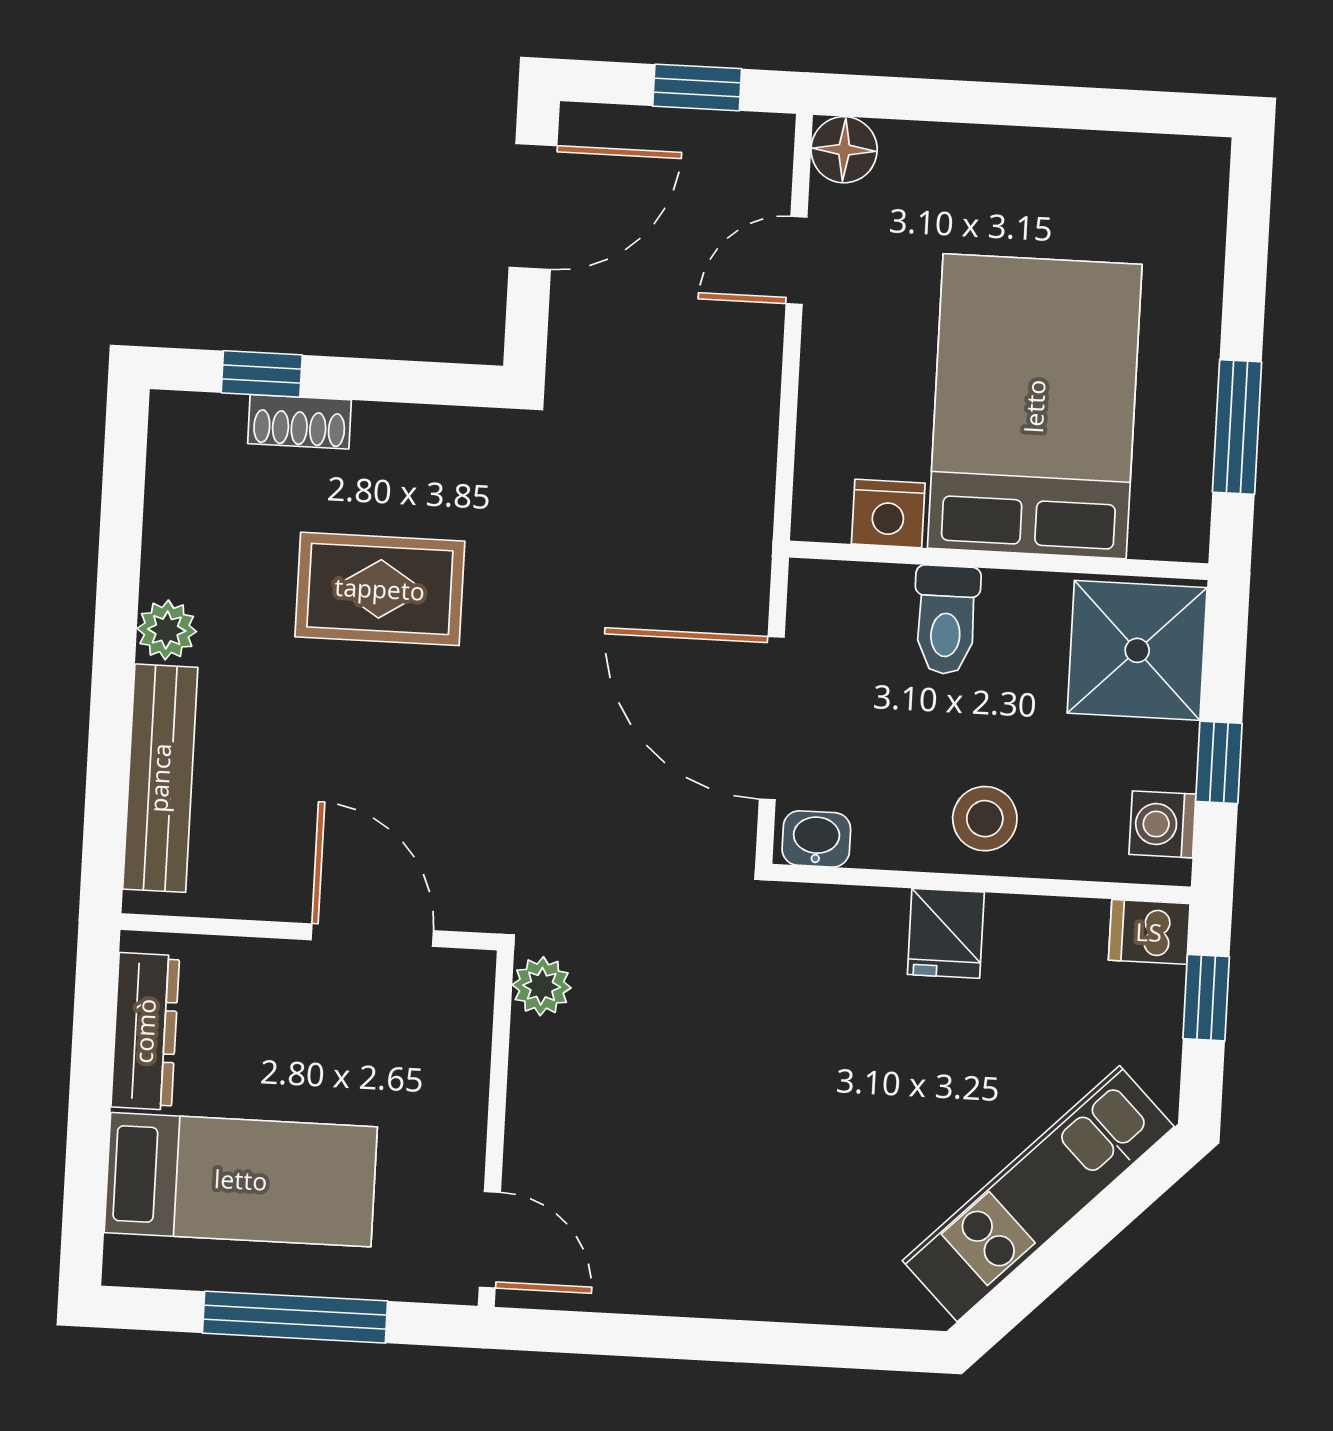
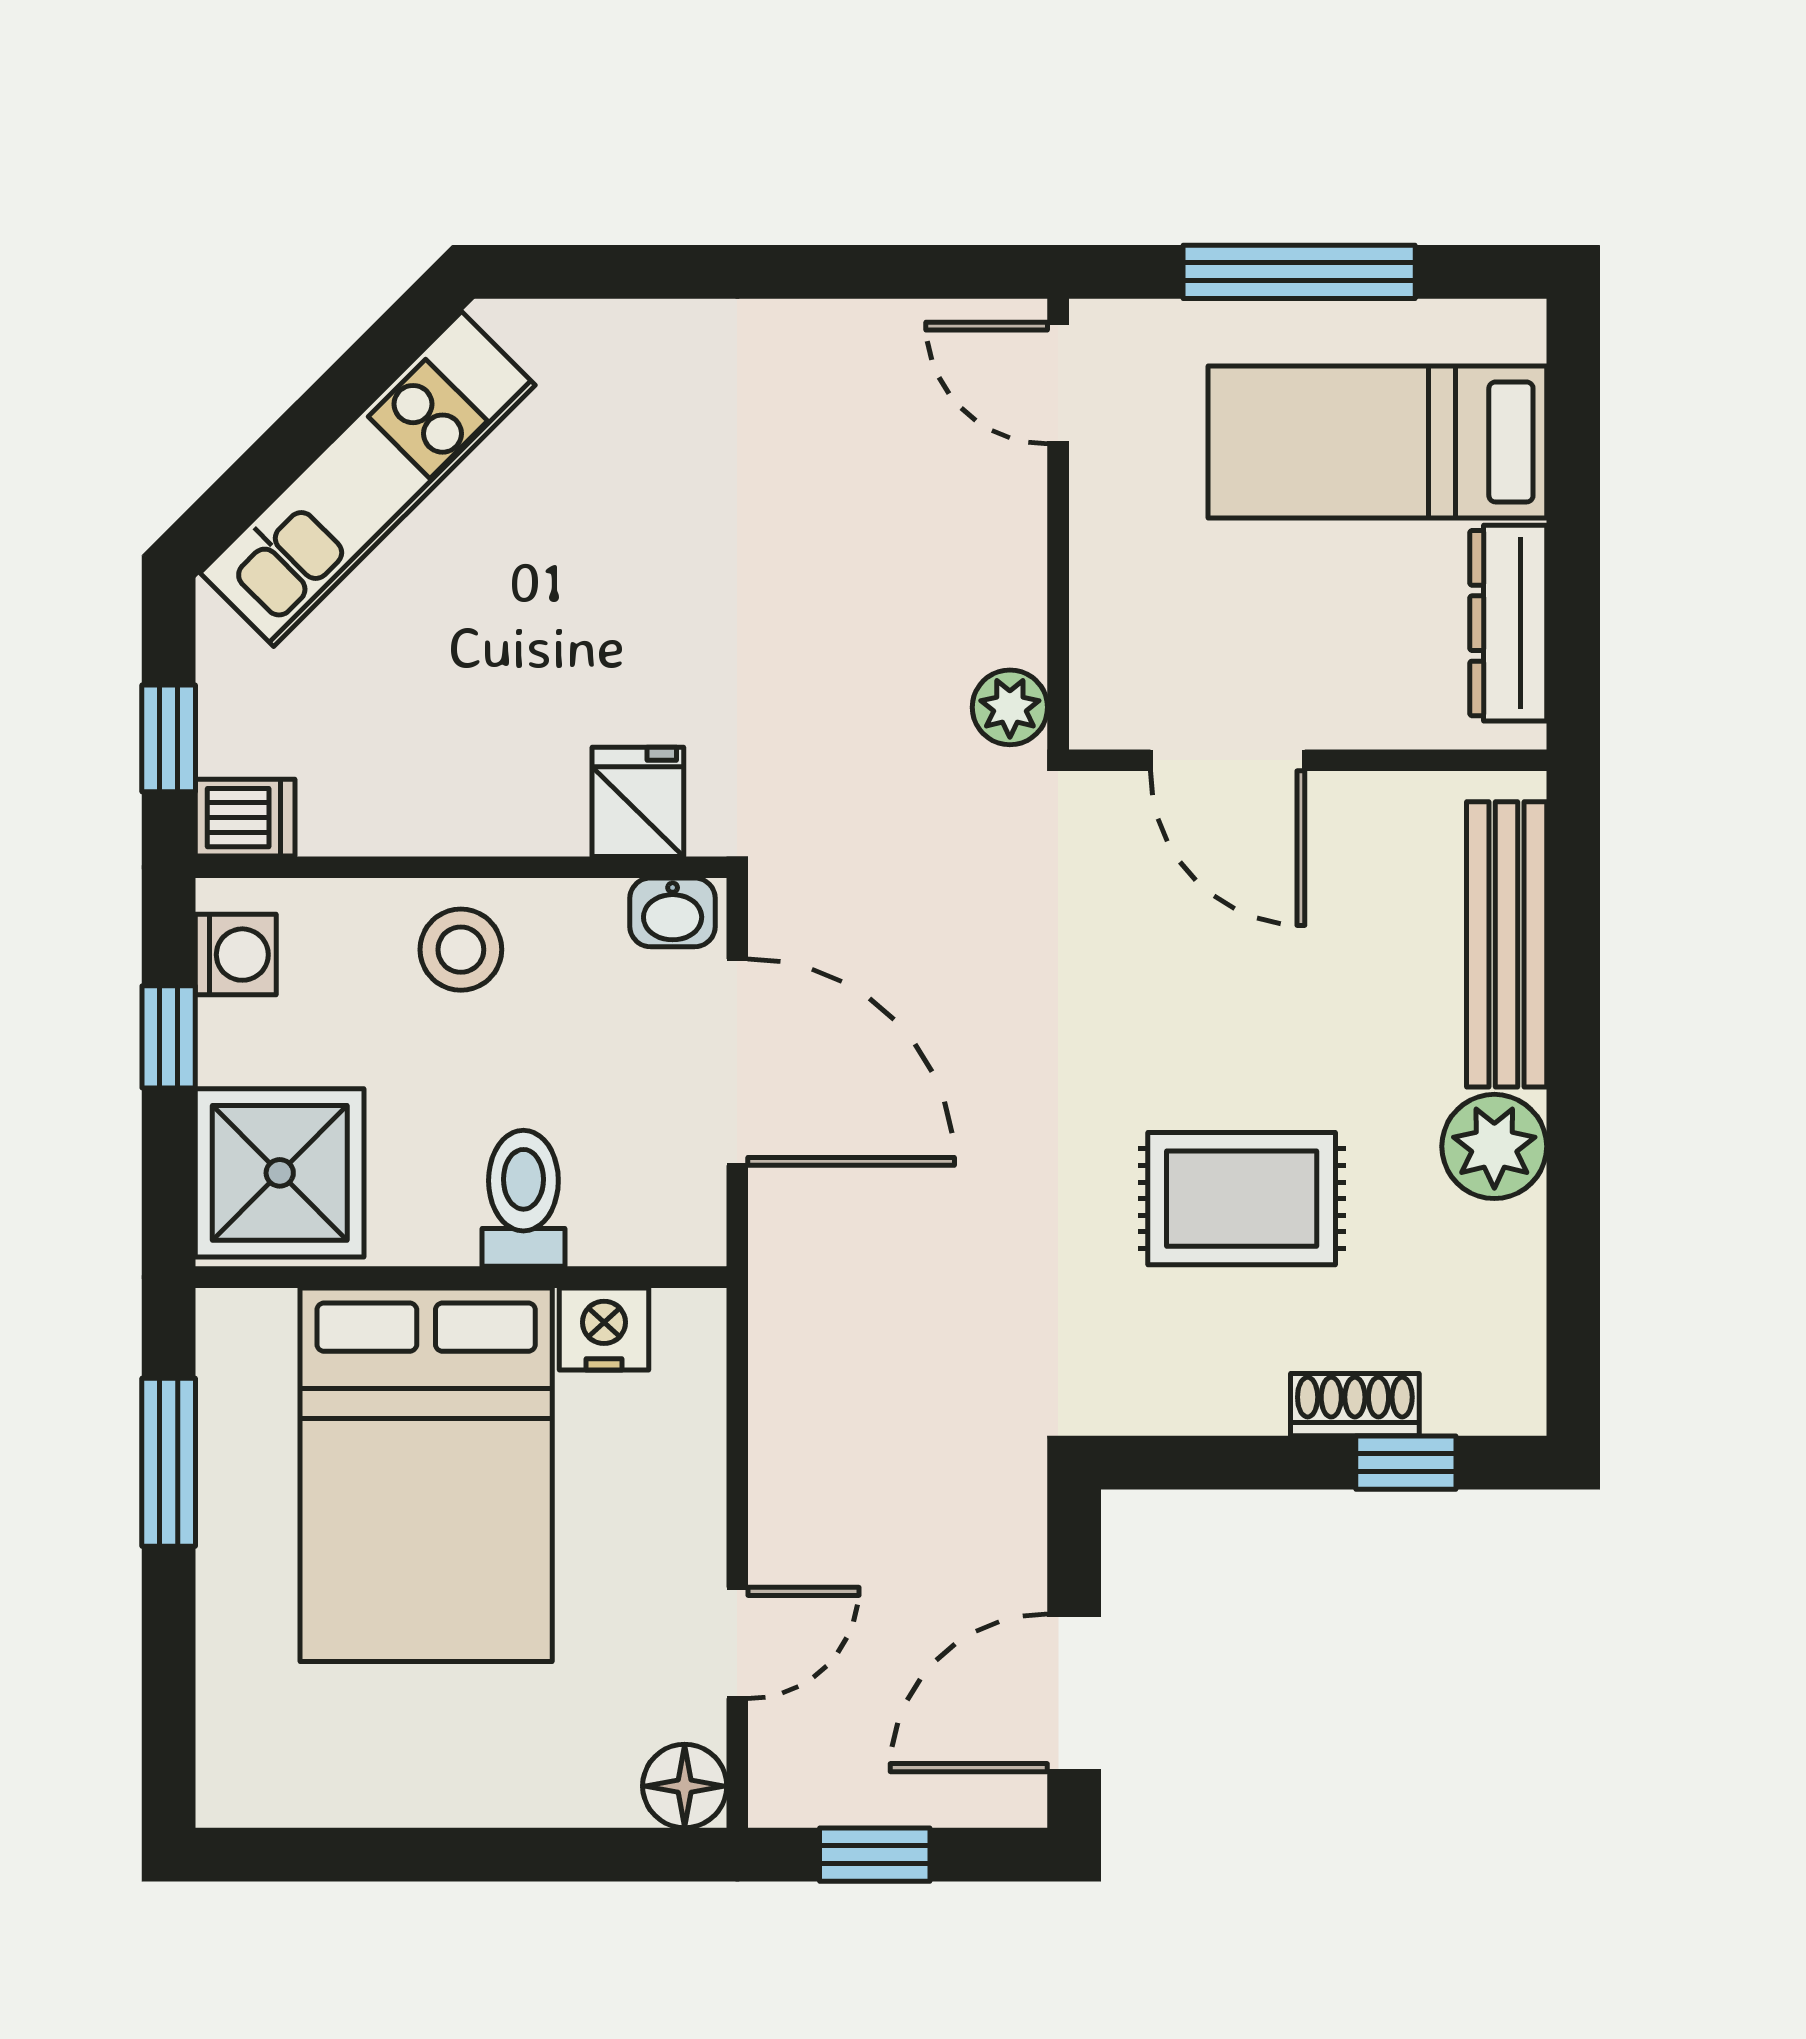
plant: (167, 630) -> (1494, 1146), width x1.38, depth x1.38
fridge: (946, 933) -> (638, 802), moved

